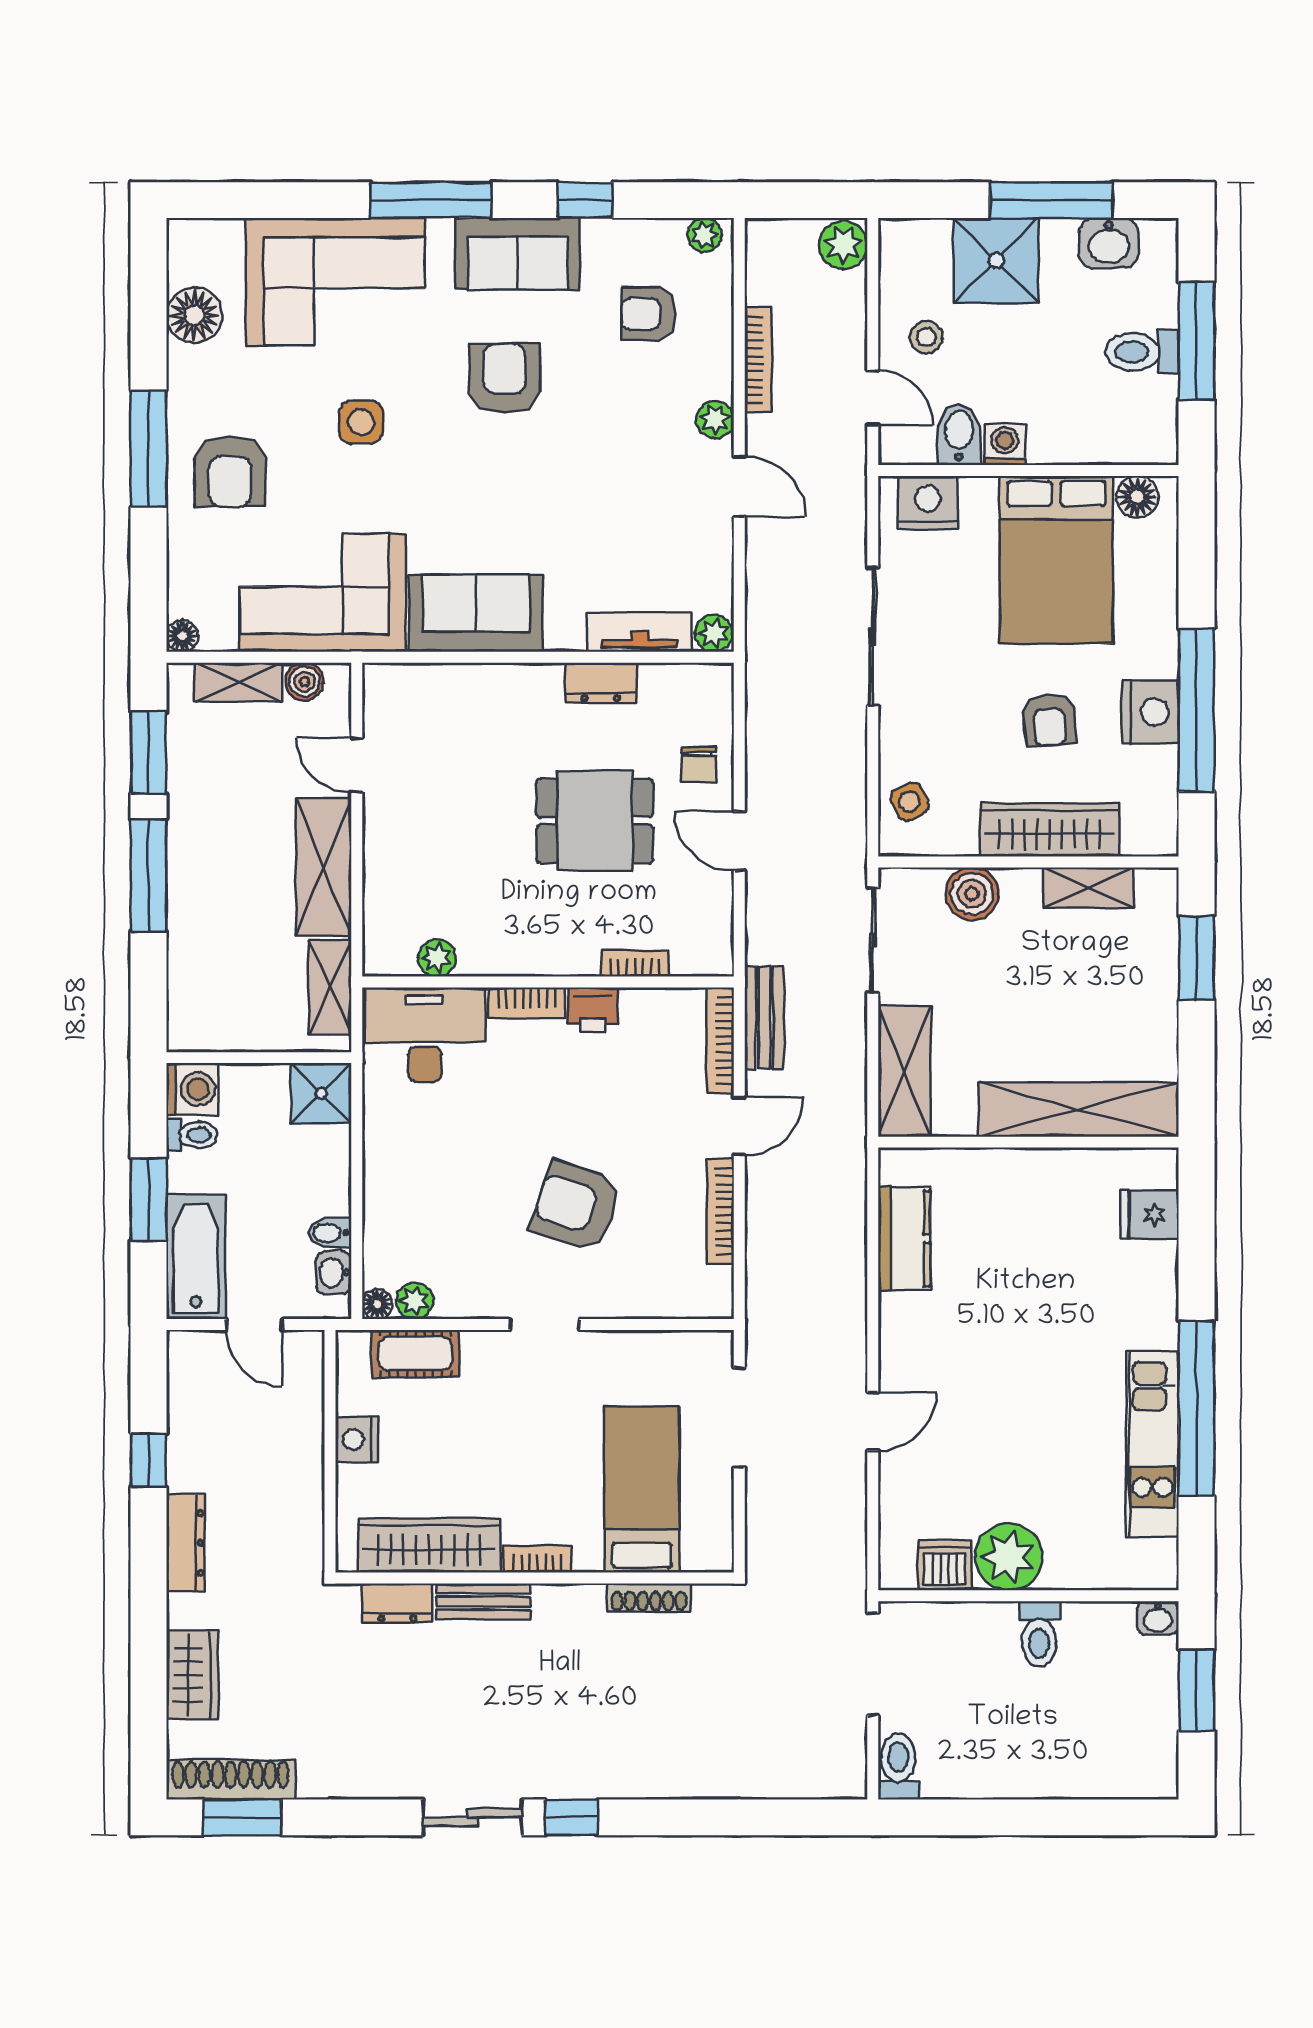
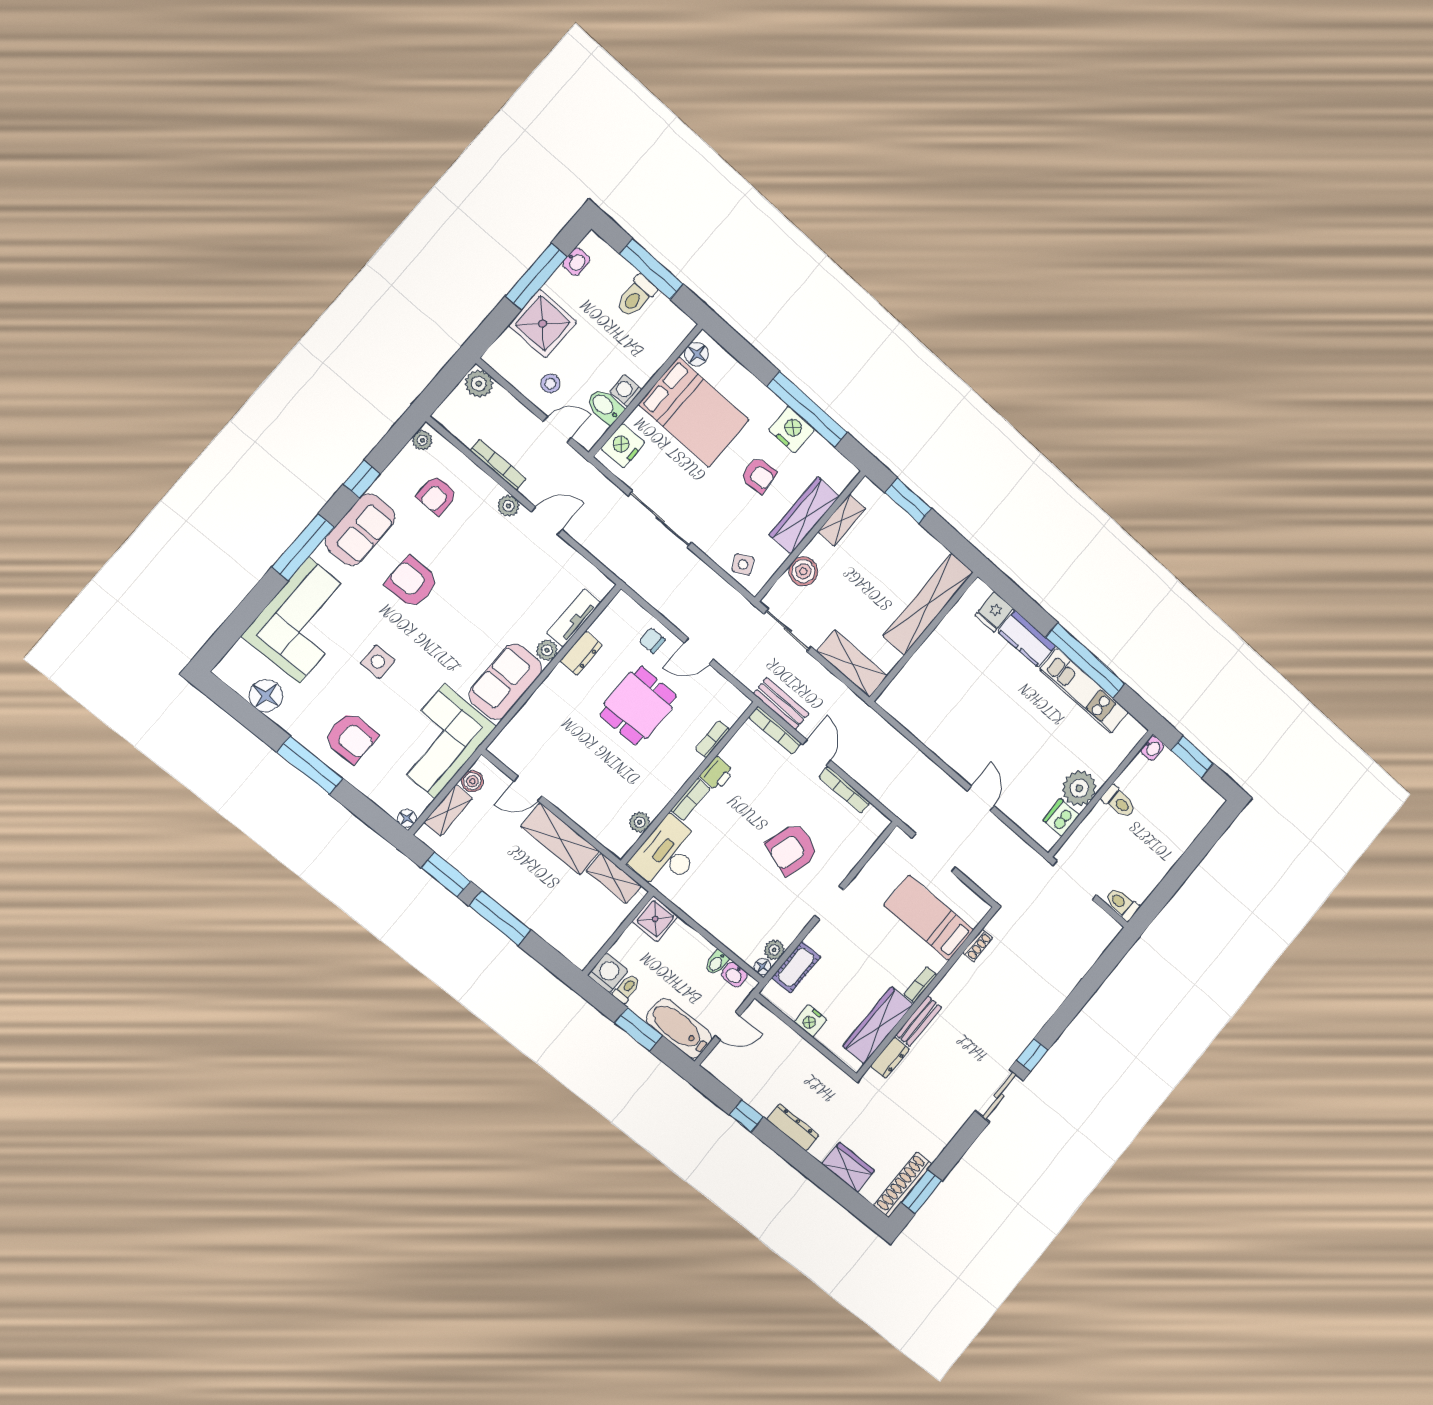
washbasin: (1109, 243) -> (576, 262), width x0.72, depth x0.69
plant: (714, 633) -> (547, 650), moved
chair: (699, 764) -> (652, 640), turned 180
kitchen counter: (904, 1239) -> (1027, 639), moved, turned 180
shoe rack: (649, 1597) -> (978, 945), width x0.70

